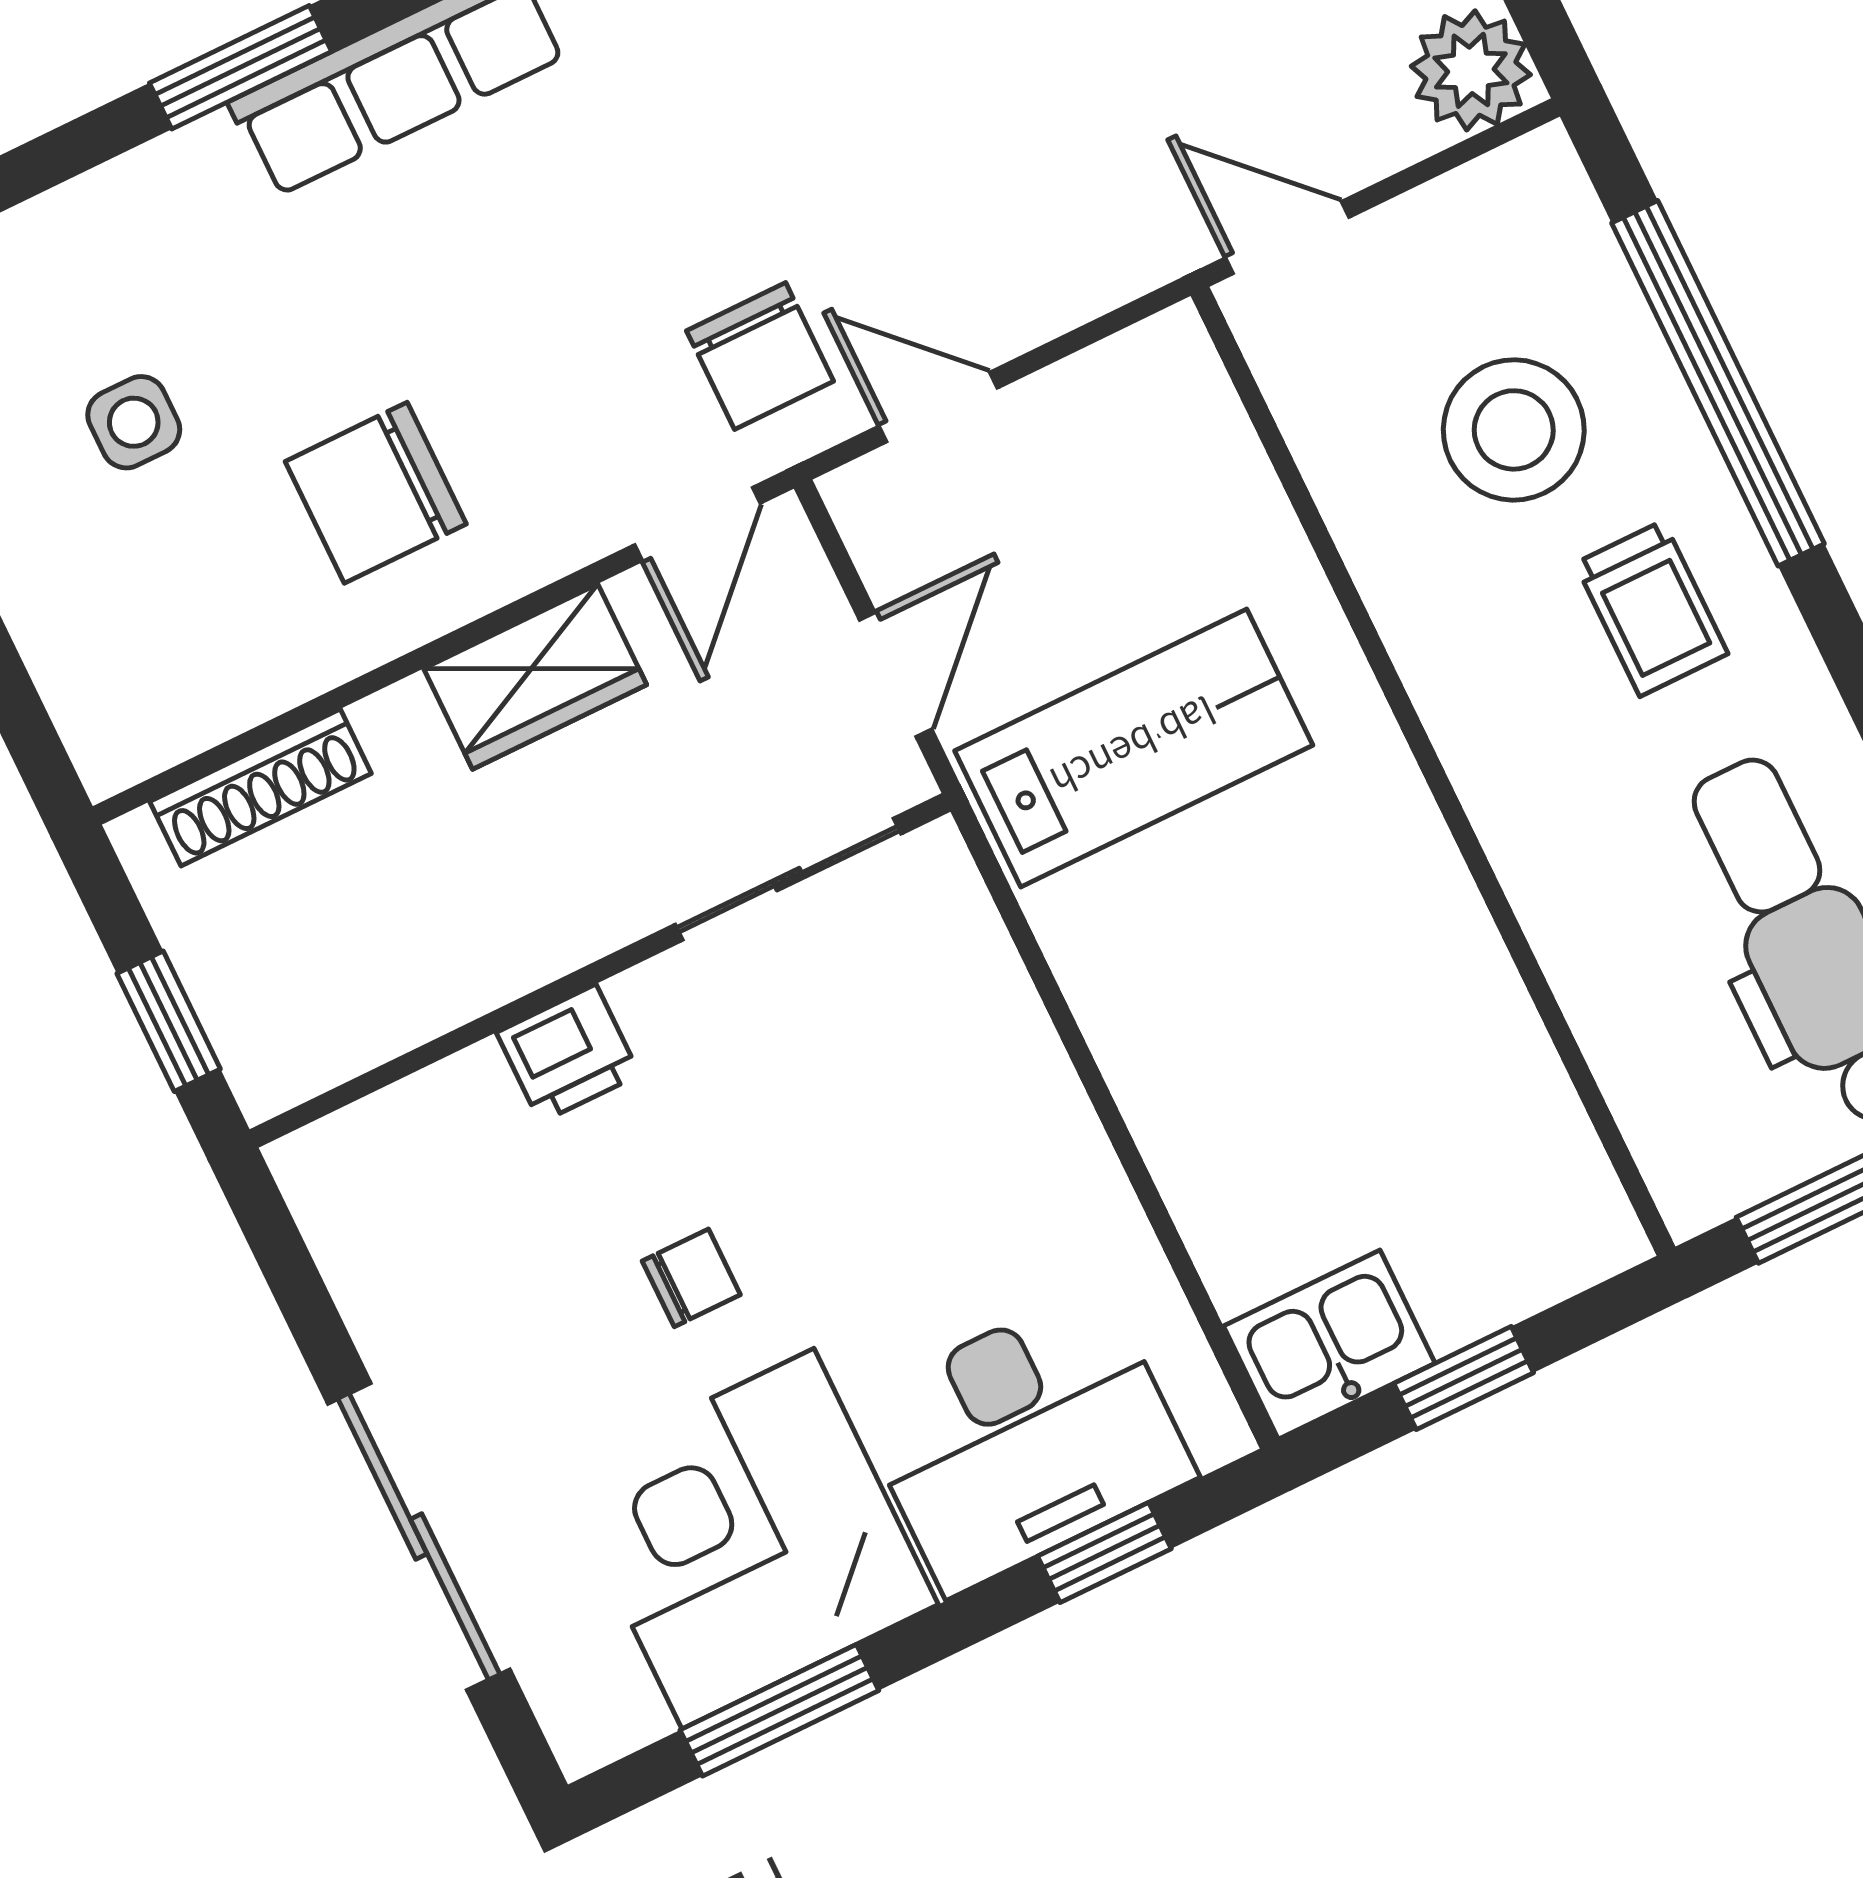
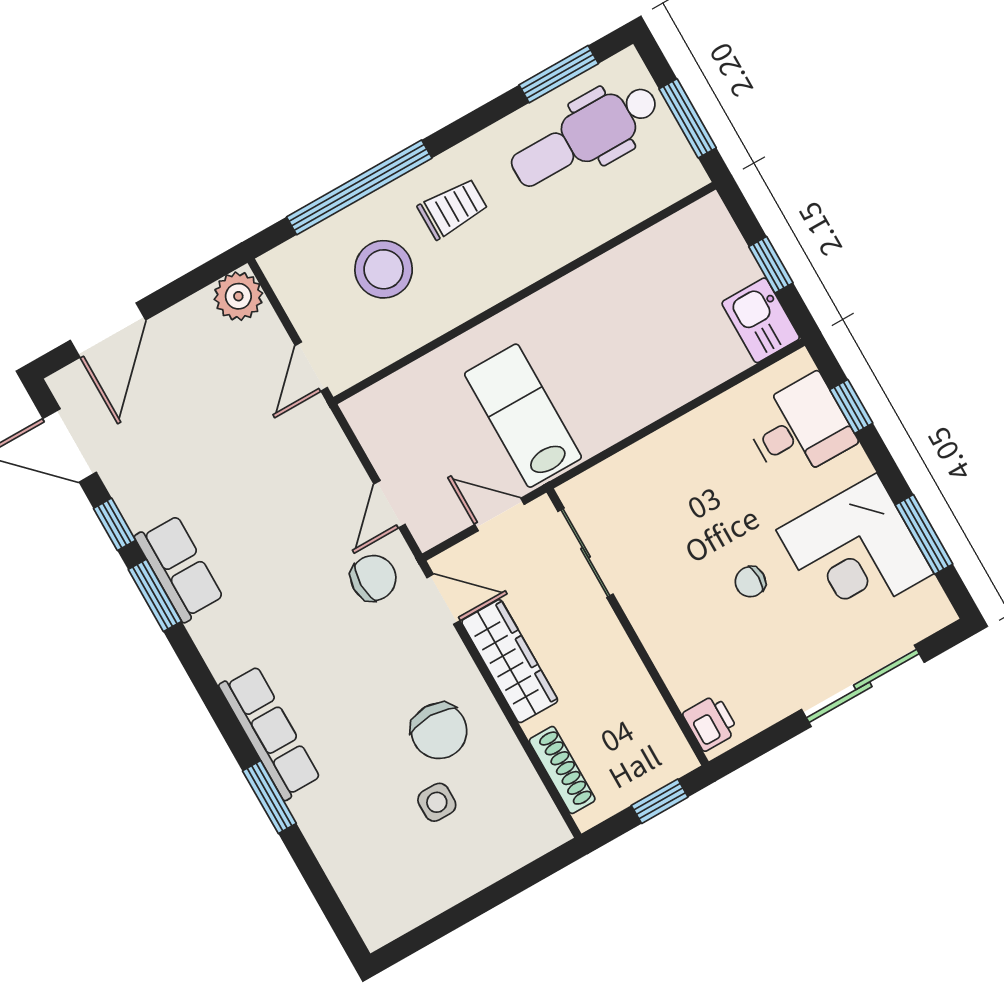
side table: (134, 422) -> (437, 802), moved
wardrobe: (535, 677) -> (510, 661), width x1.50
printer: (568, 1053) -> (710, 723), moved
chair: (691, 1278) -> (750, 582), turned -90
desk: (1025, 1439) -> (799, 428), width x0.73

